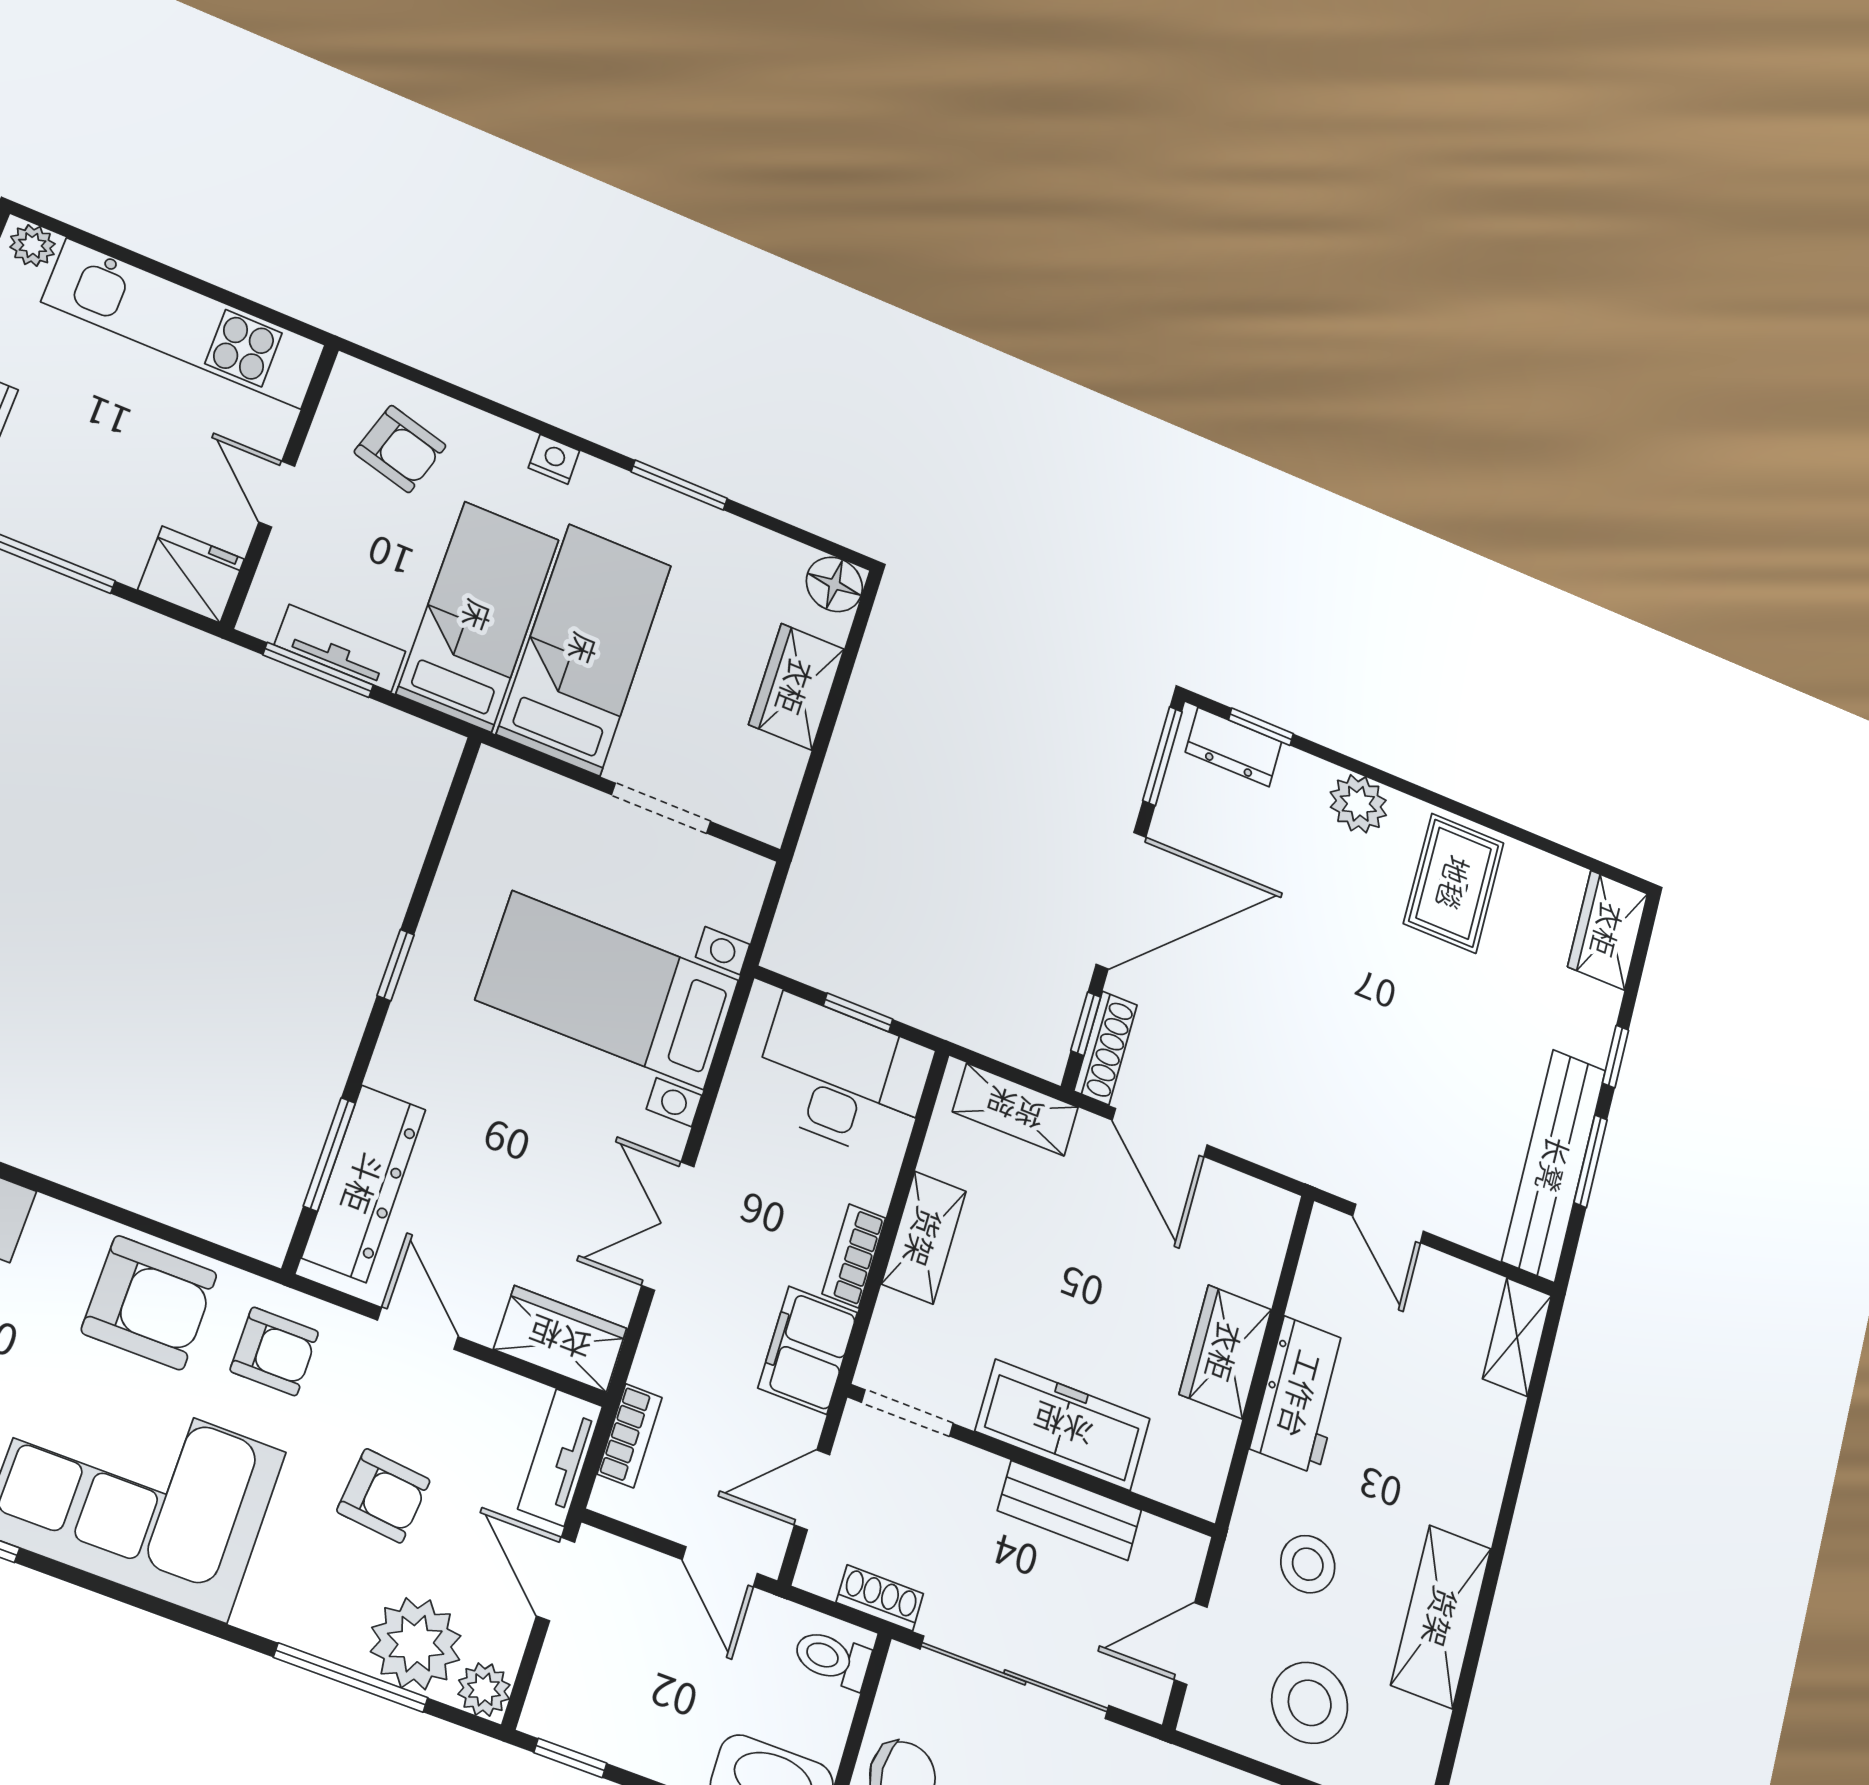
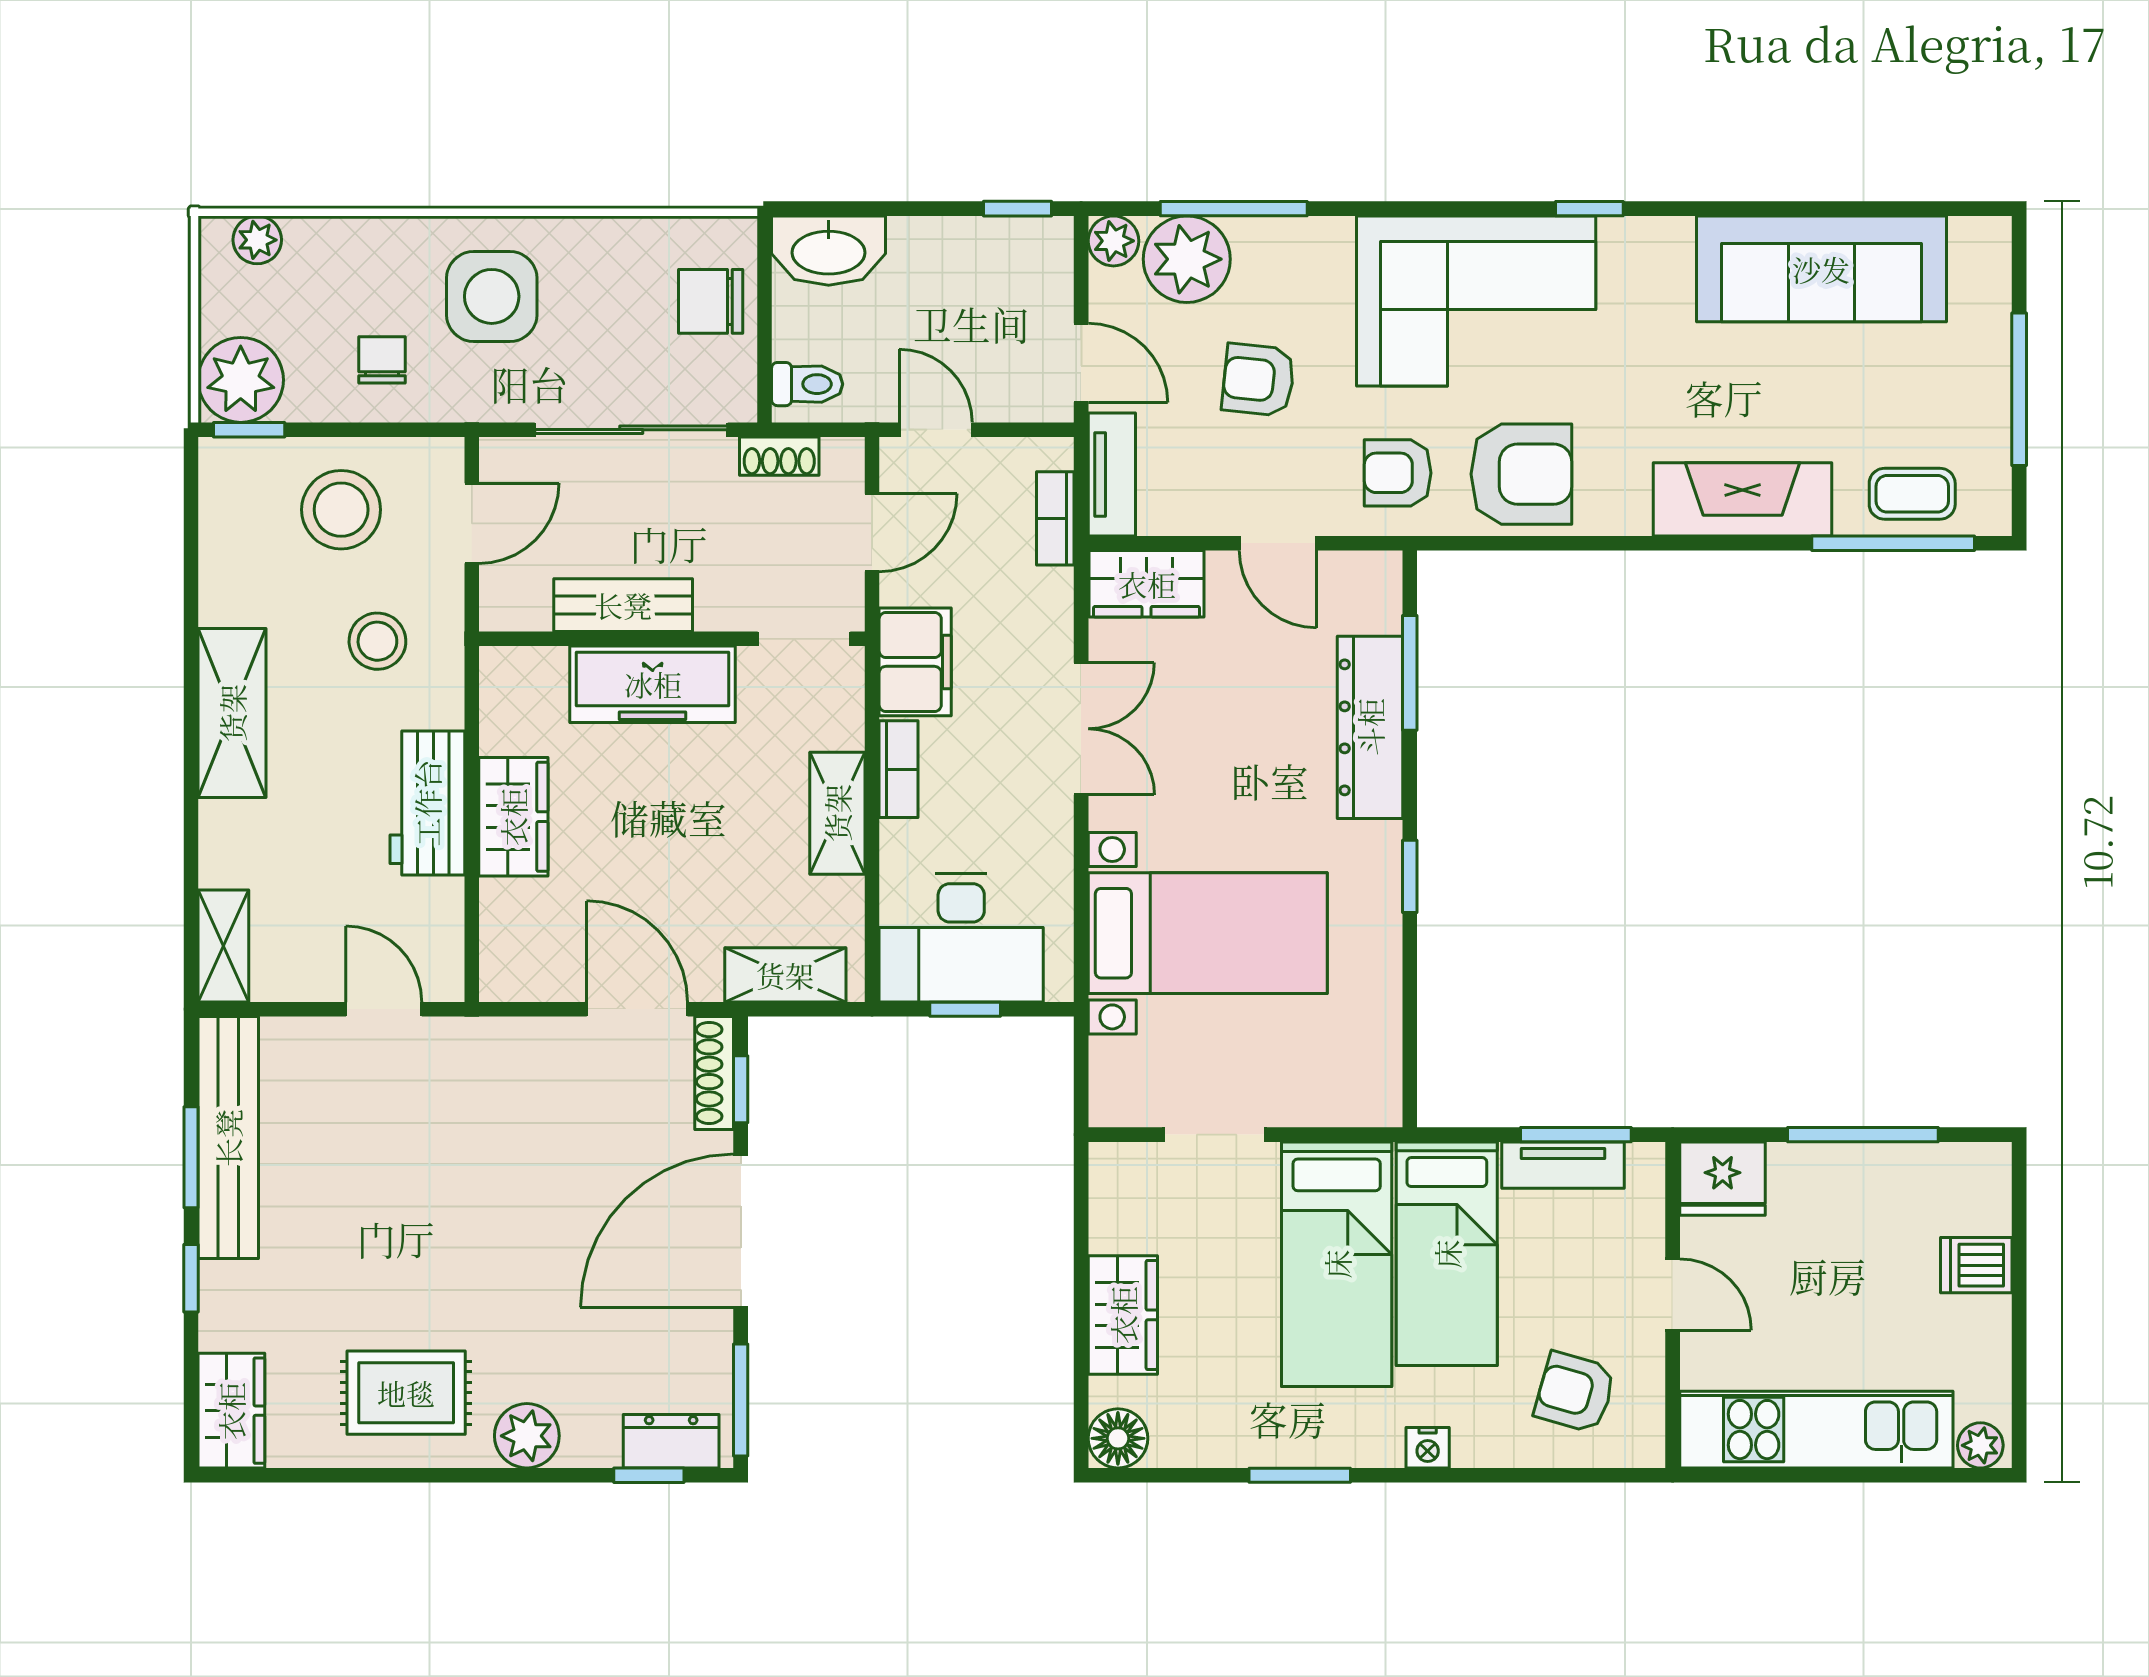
rug: (1454, 883) -> (406, 1393), turned 90
dresser: (364, 1183) -> (1370, 727), moved
armchair: (149, 1303) -> (1521, 474), turned 180
shelving: (1441, 1617) -> (232, 713), moved

